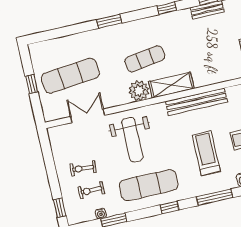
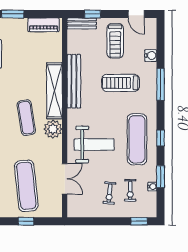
shelving: (171, 85) -> (54, 91), width x1.47
double door: (88, 116) -> (65, 179), swing flipped
window: (169, 207) -> (161, 138), moved

